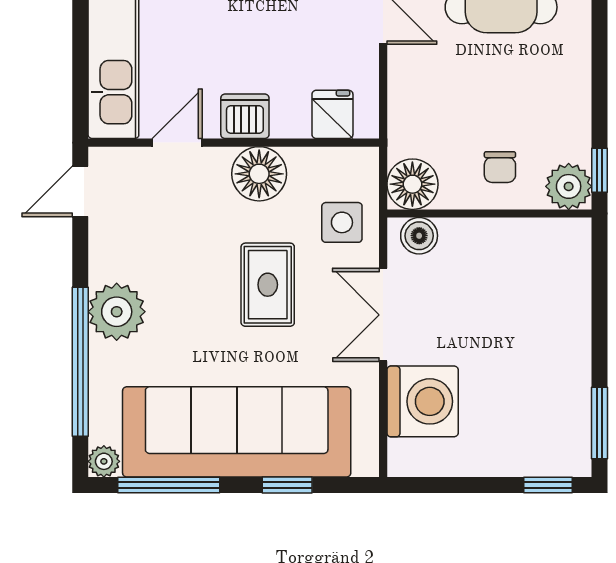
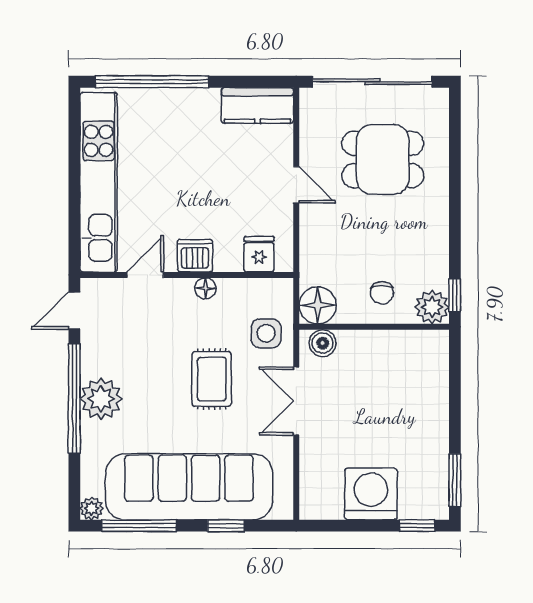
floor lamp: (259, 174) -> (205, 288), width x0.53, depth x0.53
window: (80, 362) -> (74, 398), moved
washing machine: (423, 401) -> (371, 494), moved, turned -90

